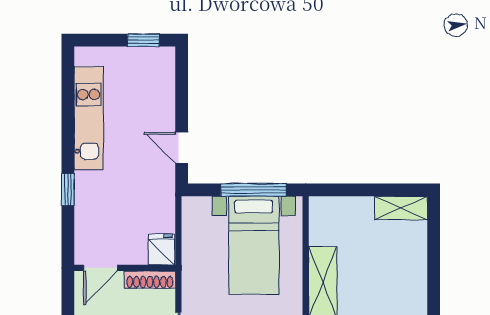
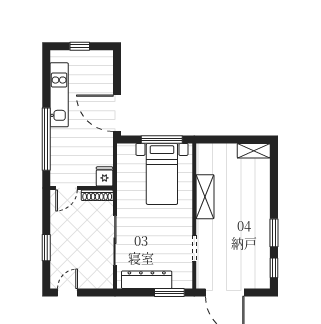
window: (143, 40) -> (80, 46), moved
door: (182, 148) -> (117, 113), width x1.87
window: (68, 190) -> (46, 139), width x3.17

